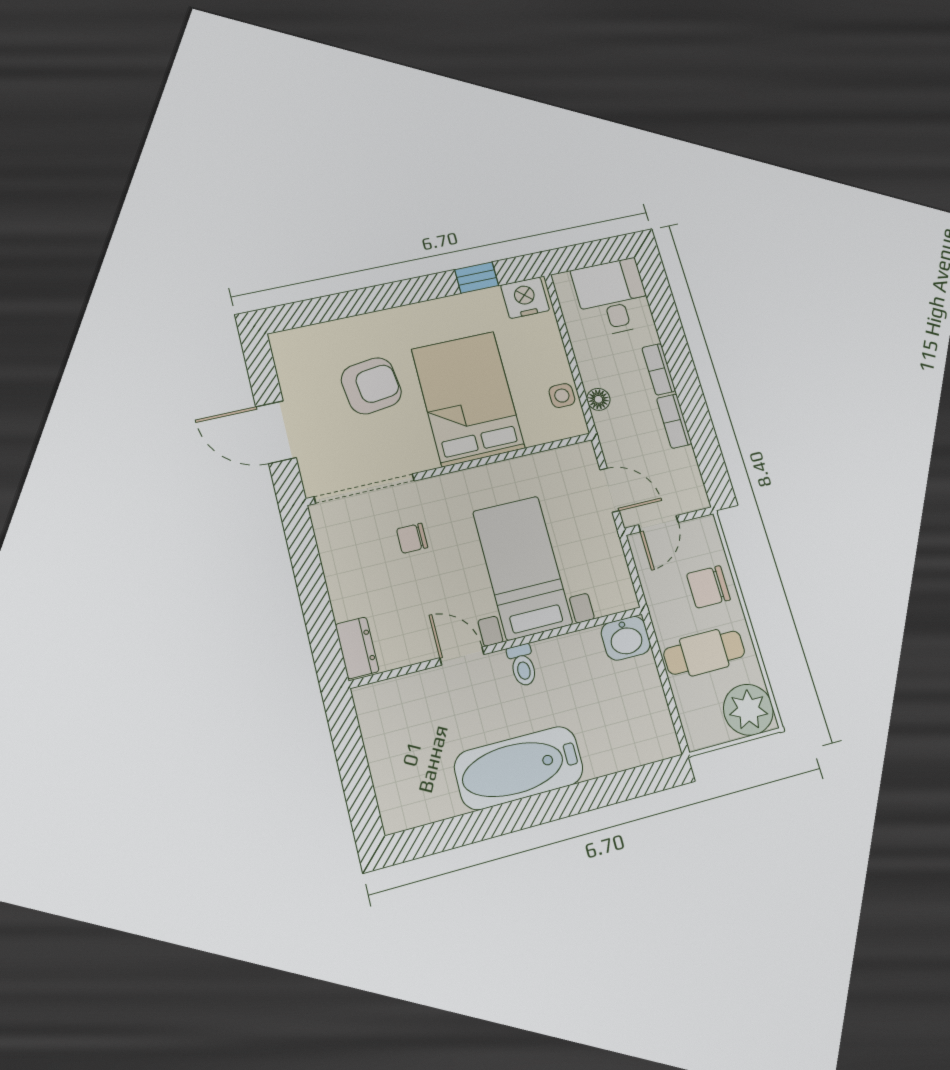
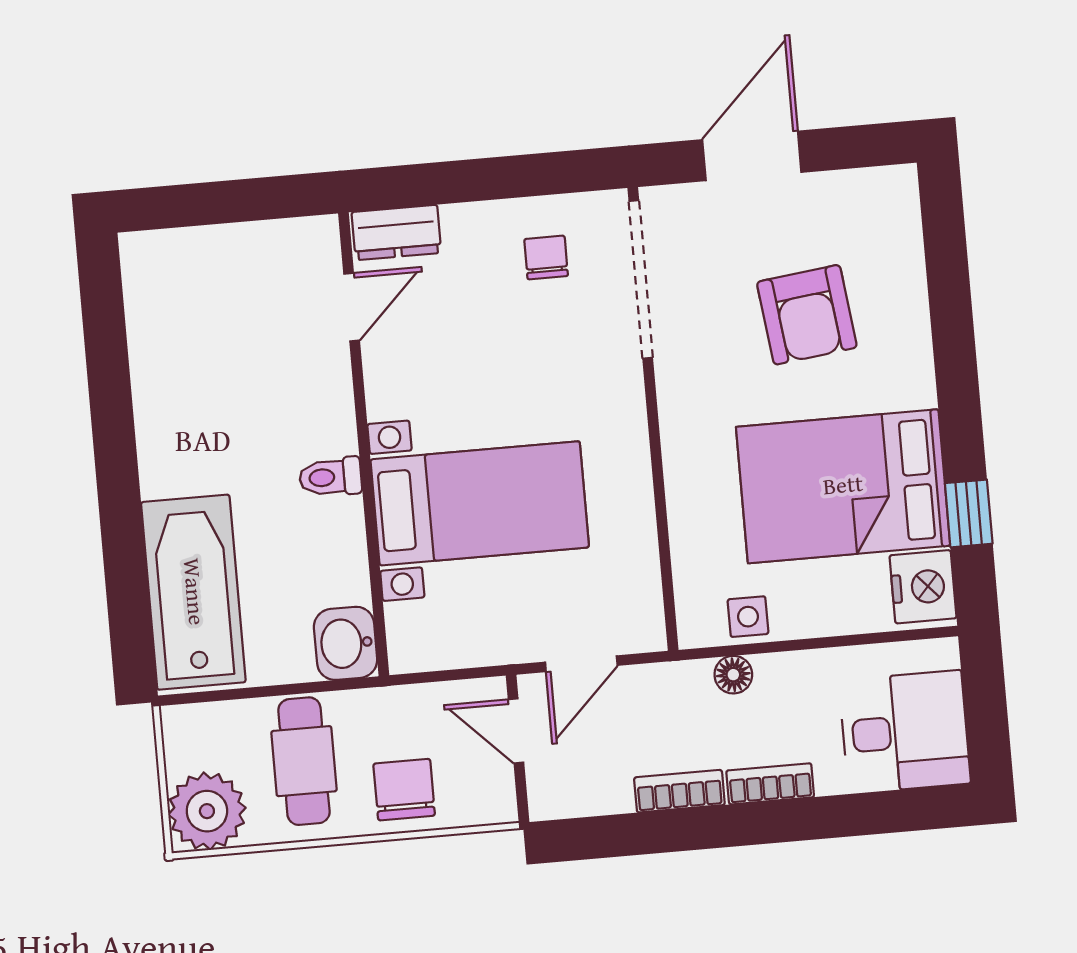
bed: (468, 399) -> (843, 486), moved, turned 180
chair: (412, 538) -> (546, 257), moved
door: (462, 656) -> (352, 307), moved
bathtub: (519, 768) -> (193, 592), moved

